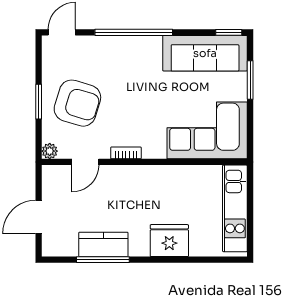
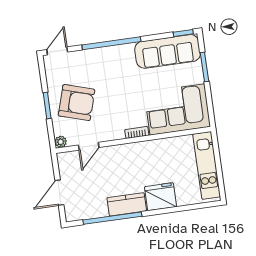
bookcase: (126, 153) -> (137, 132), moved
kitchen counter: (103, 244) -> (127, 204), moved
window: (103, 260) -> (112, 218), width x1.46

